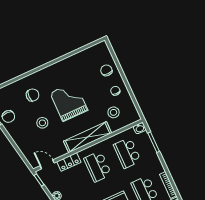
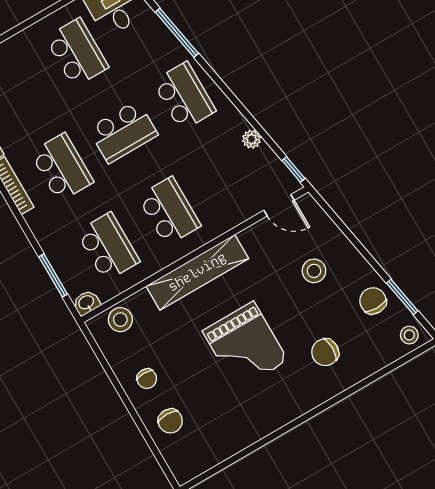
stool: (114, 112) -> (120, 320), moved
stool: (42, 123) -> (314, 271), moved
locker: (69, 162) -> (233, 215), removed

